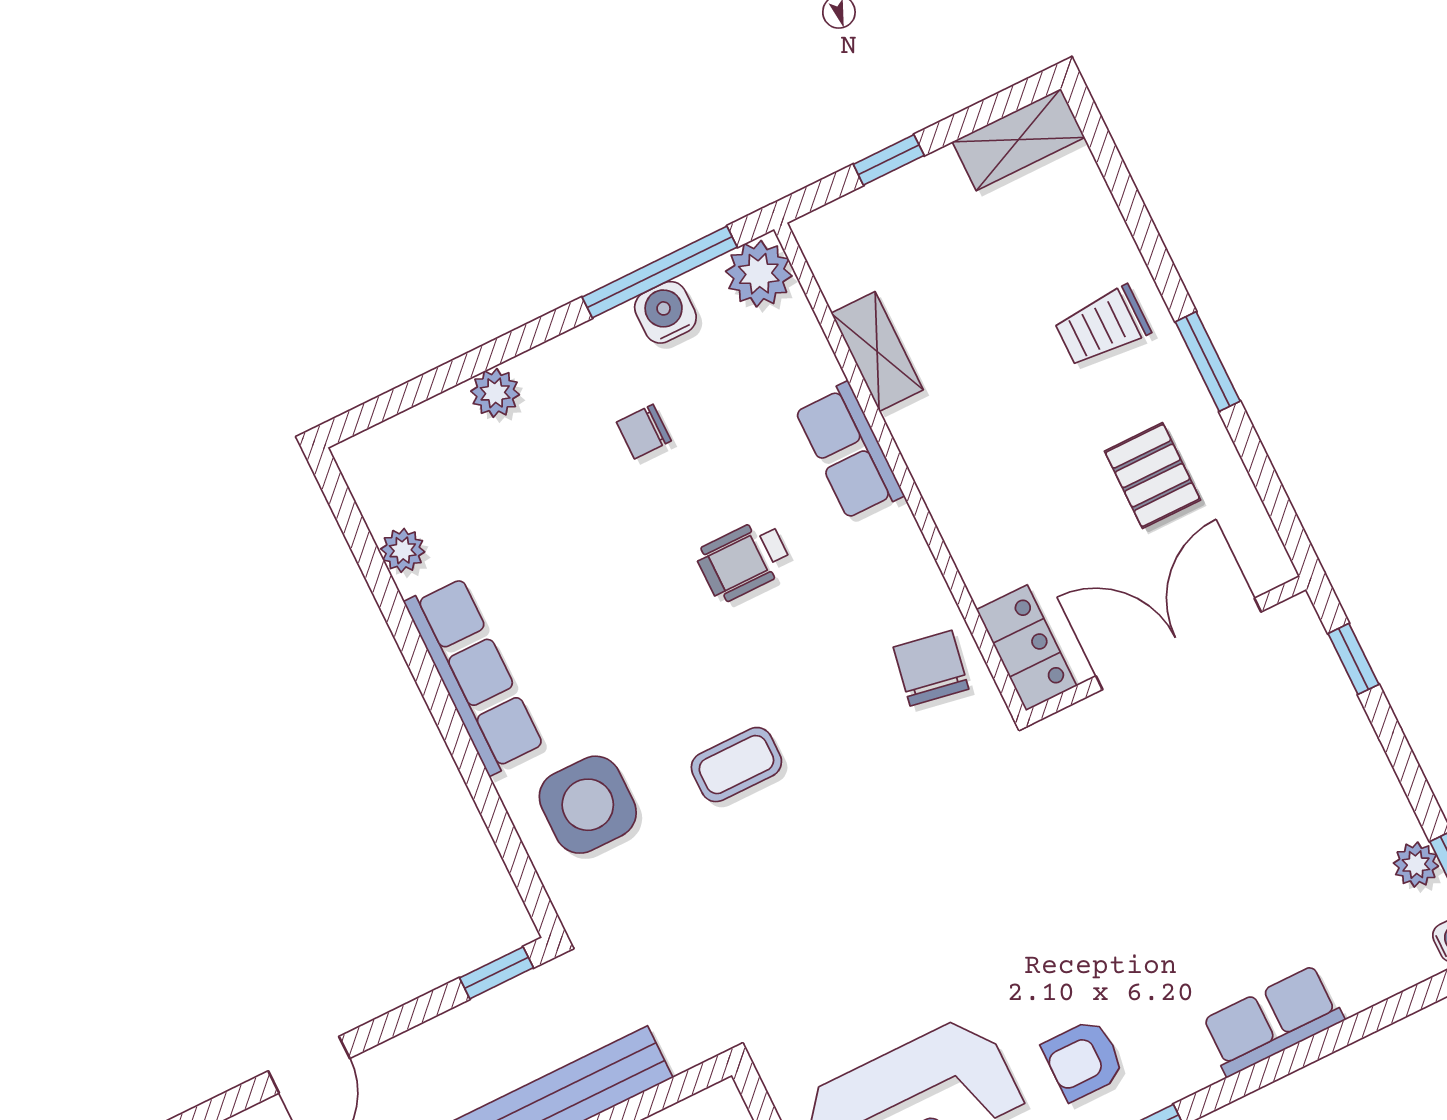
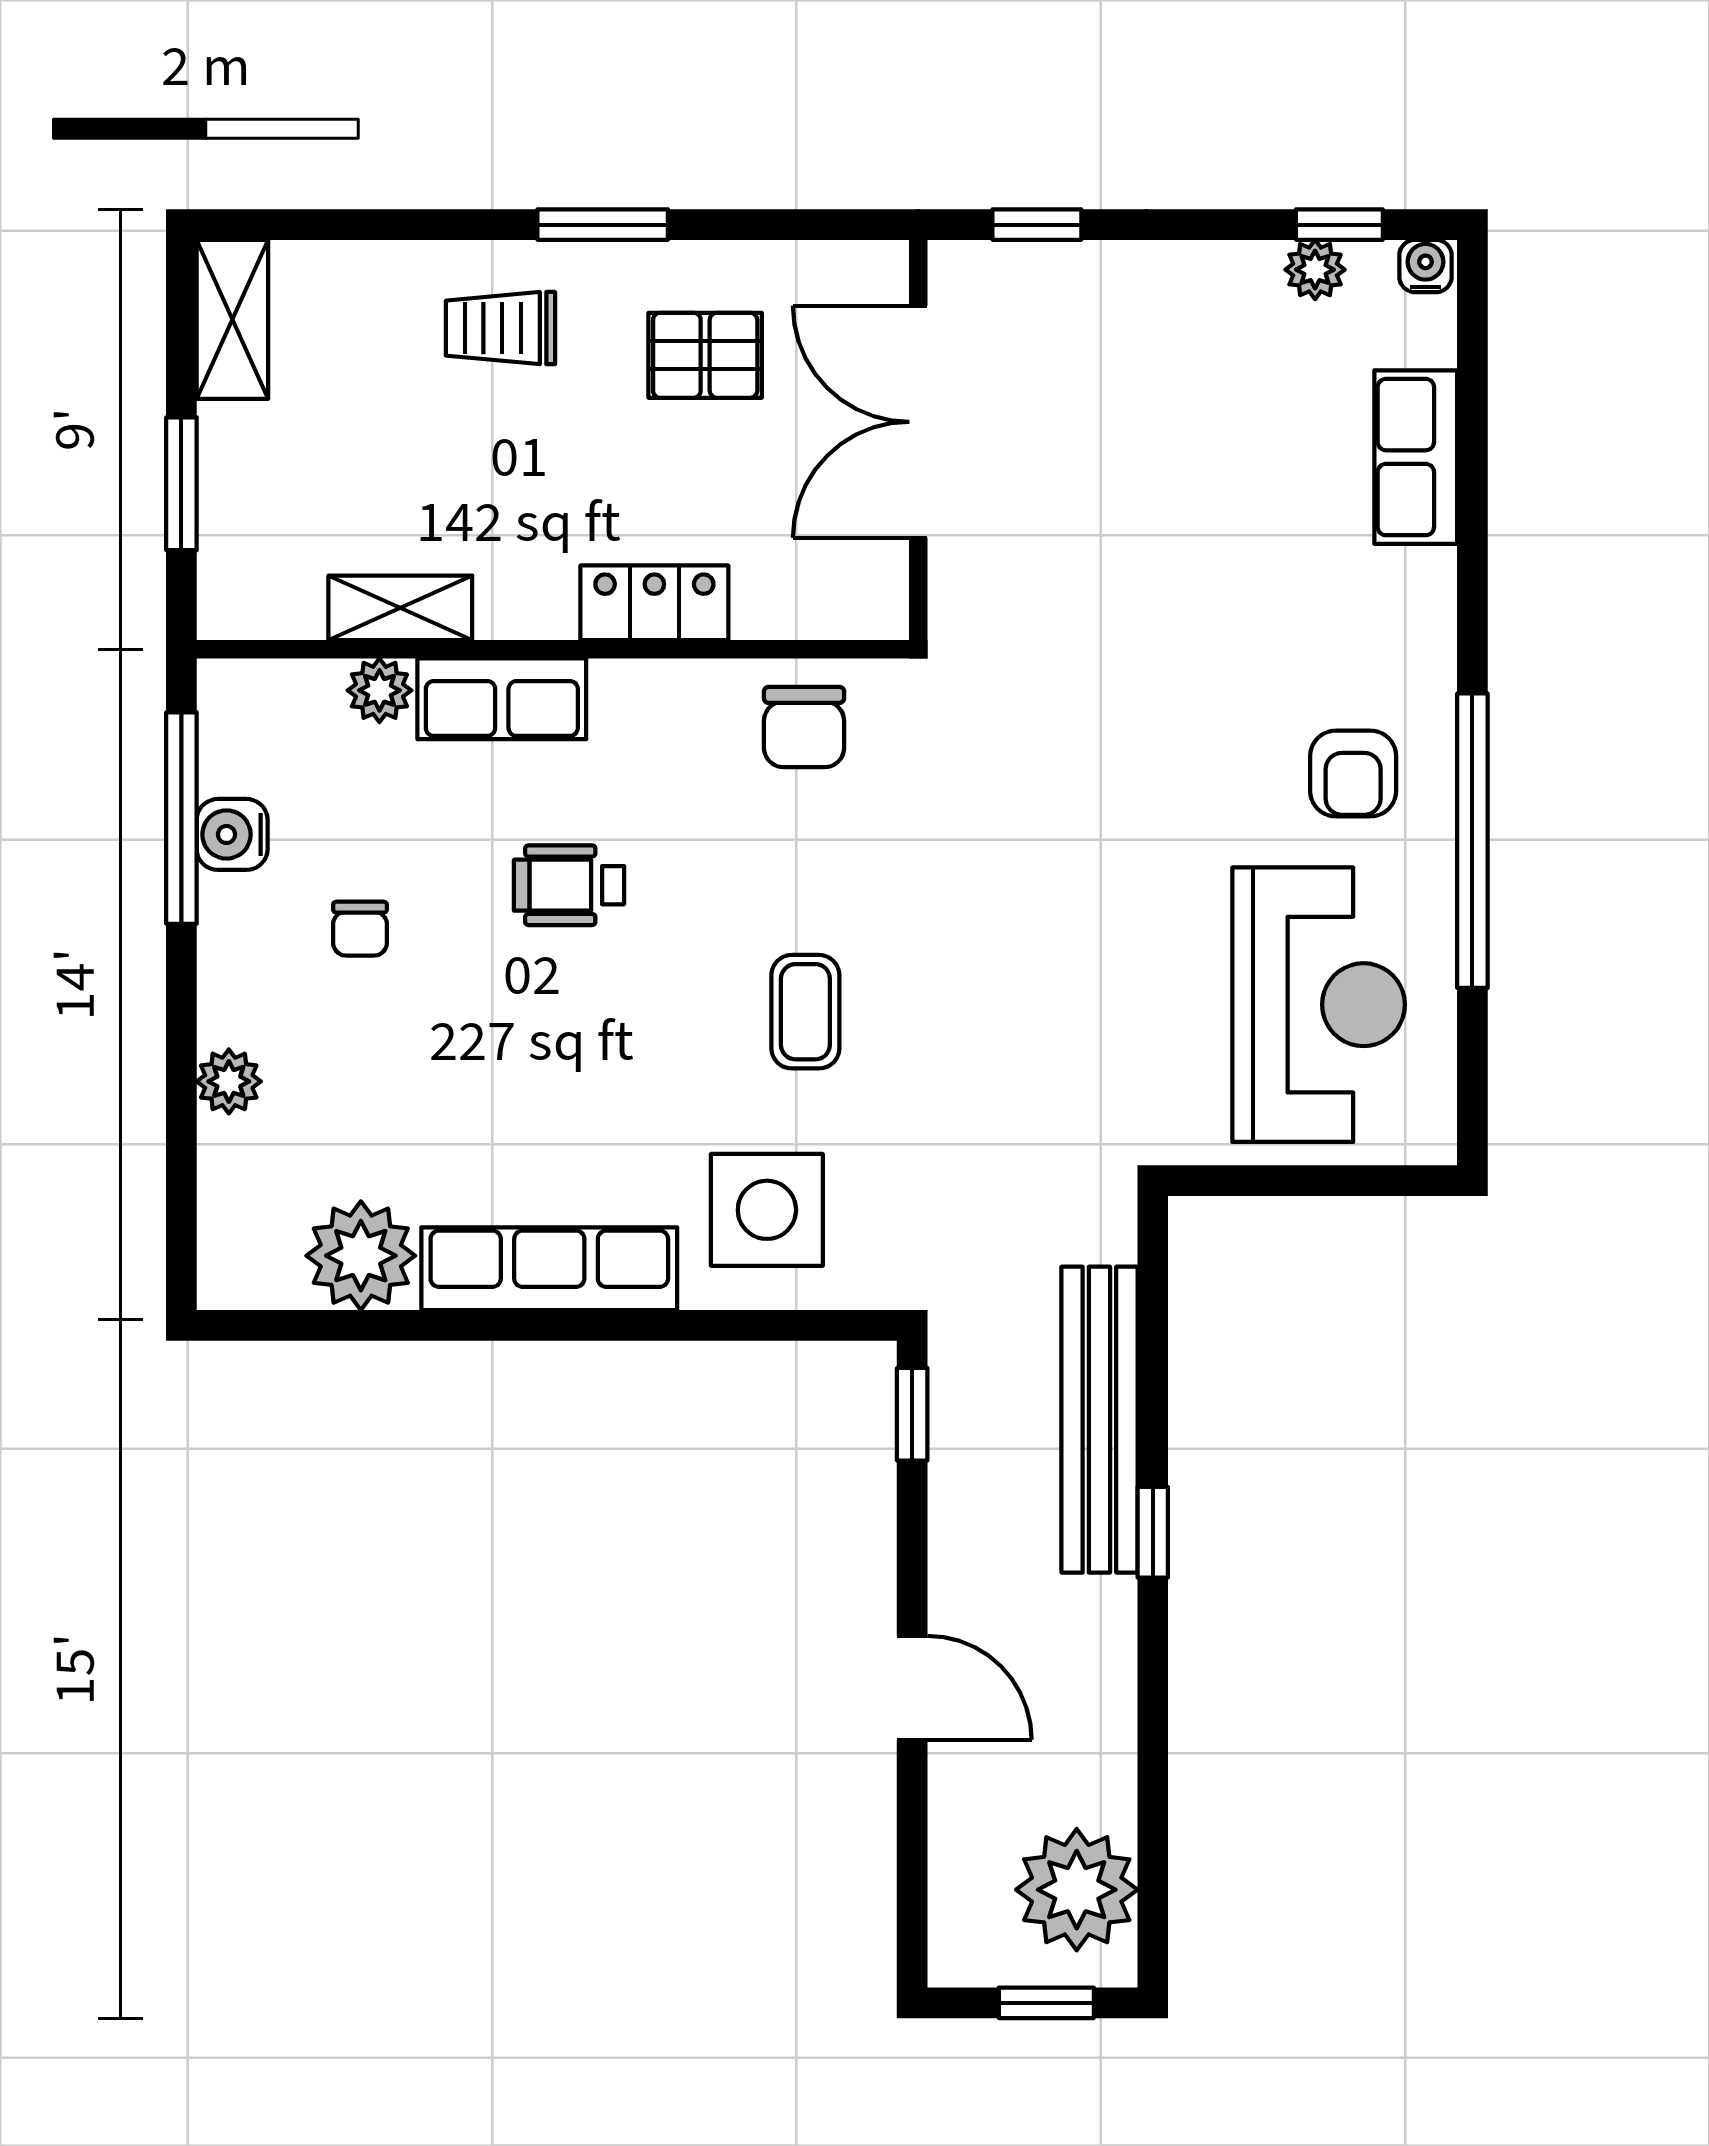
window: (889, 160) -> (181, 484), width x1.50
plant: (759, 274) -> (379, 690), moved, width x0.73, depth x0.73
trolley: (1102, 326) -> (500, 328), turned 90
plant: (403, 550) -> (361, 1256), width x1.88, depth x1.88
wheelchair: (744, 560) -> (569, 885), turned 90
locker: (1027, 648) -> (654, 603), moved
chair: (931, 668) -> (804, 727), turned -100
row of seats: (1272, 1021) -> (1416, 457), moved

